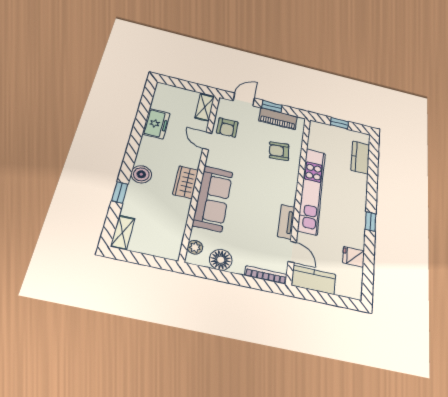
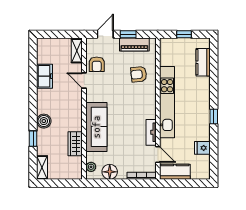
wardrobe: (186, 182) -> (75, 144), moved

